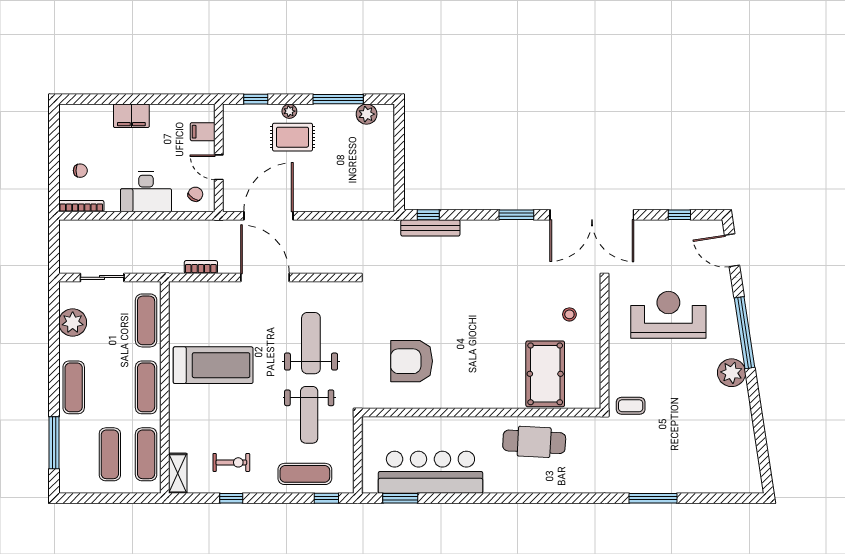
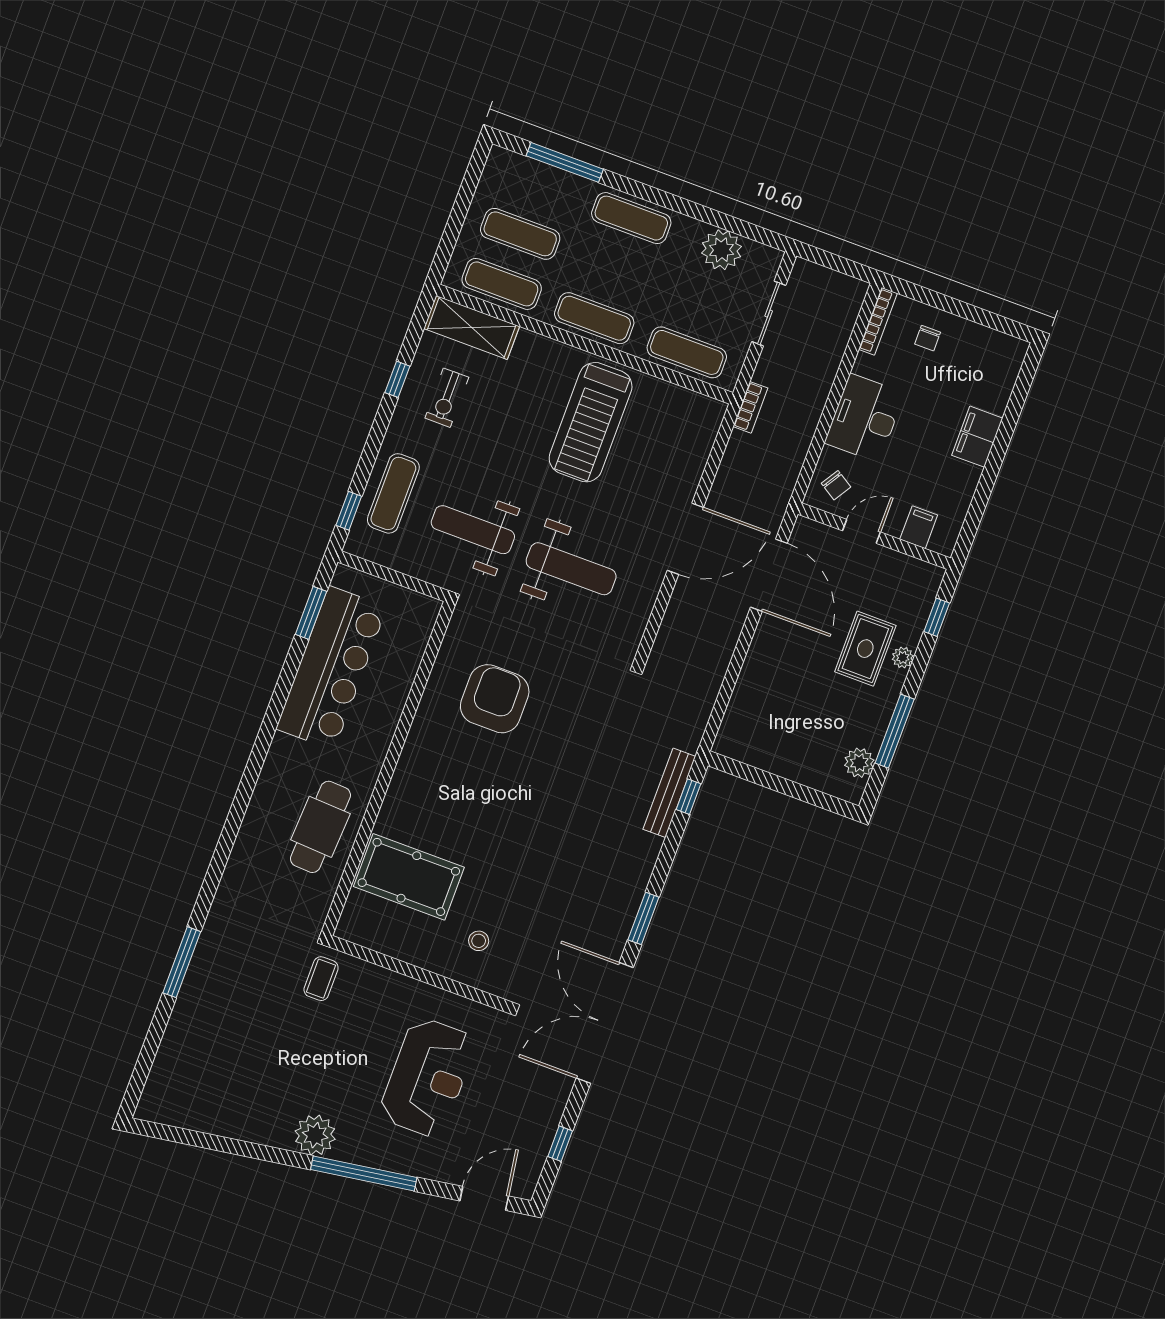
bookcase: (201, 267) -> (750, 407), moved
shelving: (178, 473) -> (472, 327), width x1.50, depth x1.33

